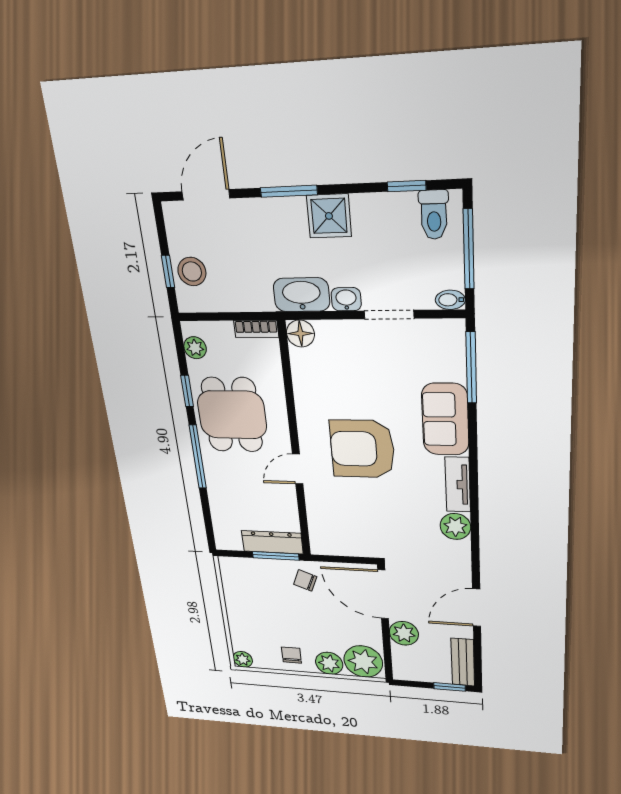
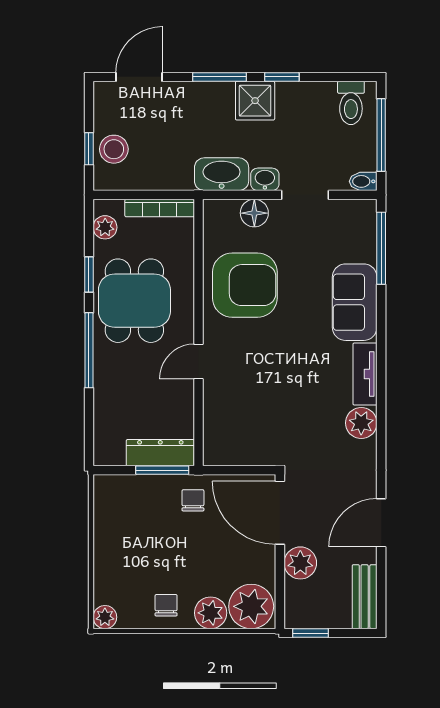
window: (407, 186) -> (282, 77), moved
bookcase: (256, 329) -> (160, 208), width x1.56
floor lamp: (300, 334) -> (254, 213), moved
armchair: (362, 449) -> (245, 285), moved, turned 180
chair: (305, 580) -> (193, 500), turned 68
window: (449, 687) -> (311, 633), moved

